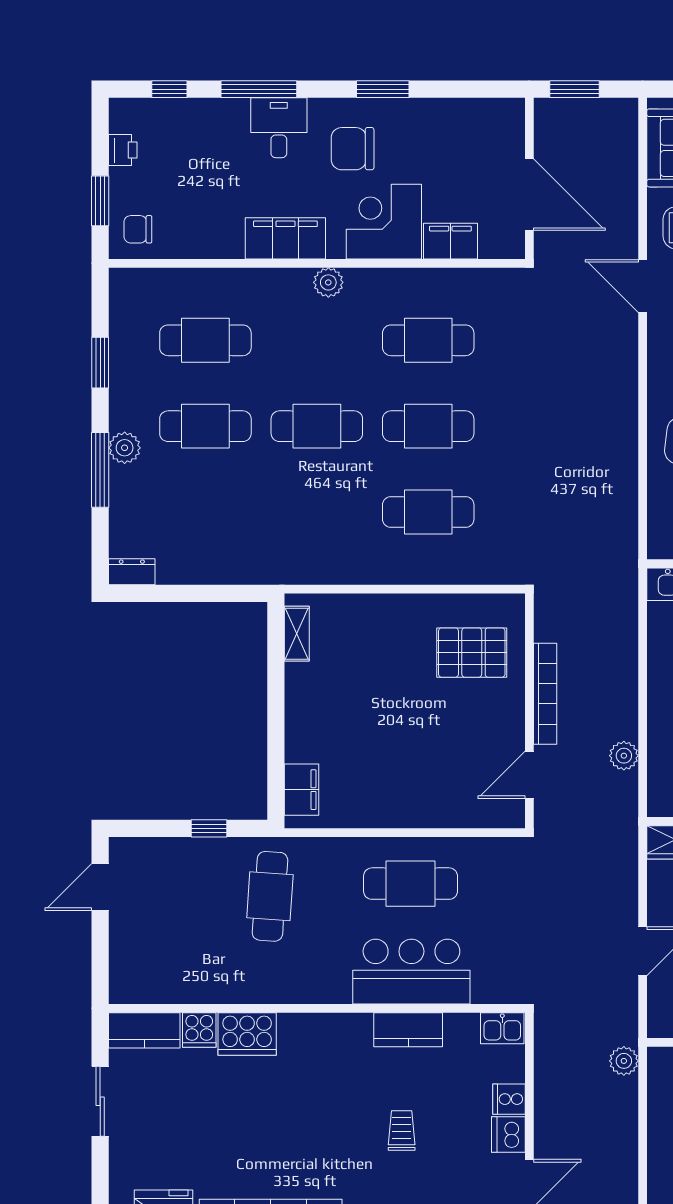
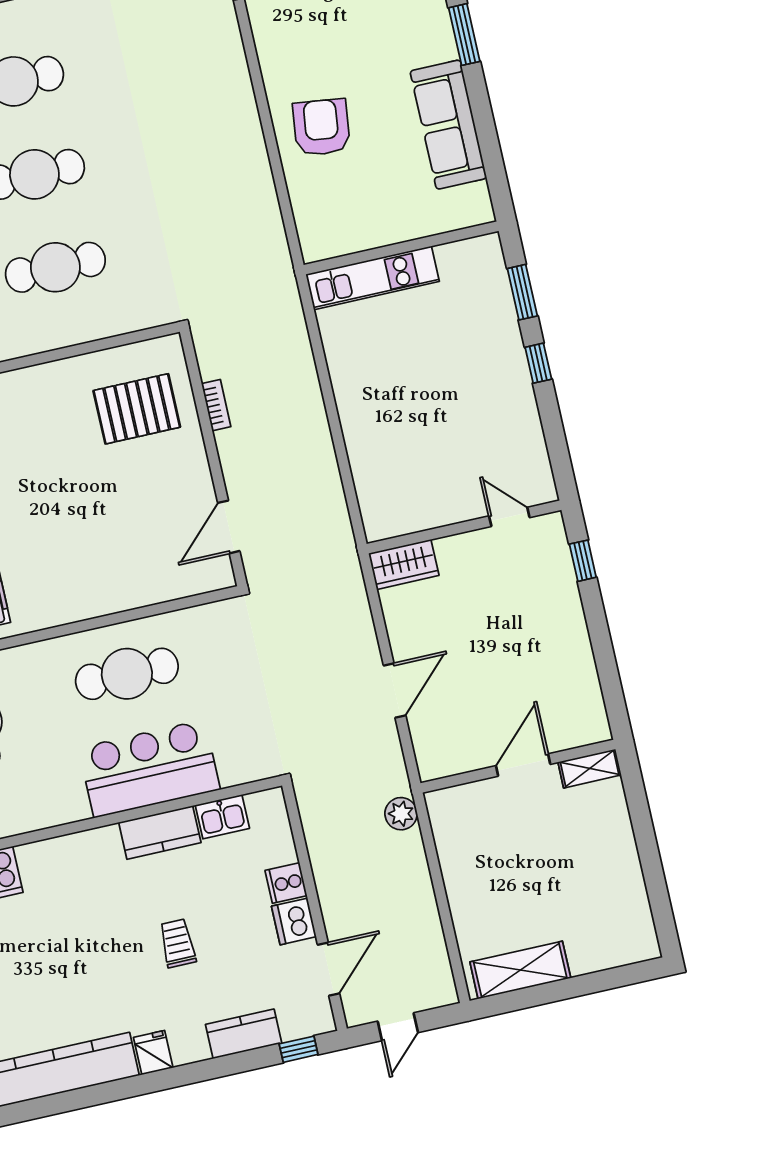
bookcase: (545, 694) -> (216, 405), width x0.43, depth x0.76
plant: (624, 756) -> (327, 483), removed
kitchen sink: (502, 1028) -> (222, 817), moved

